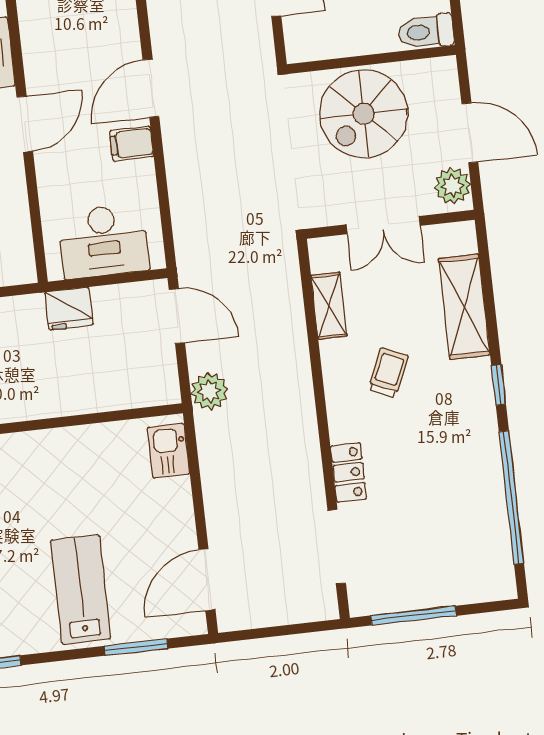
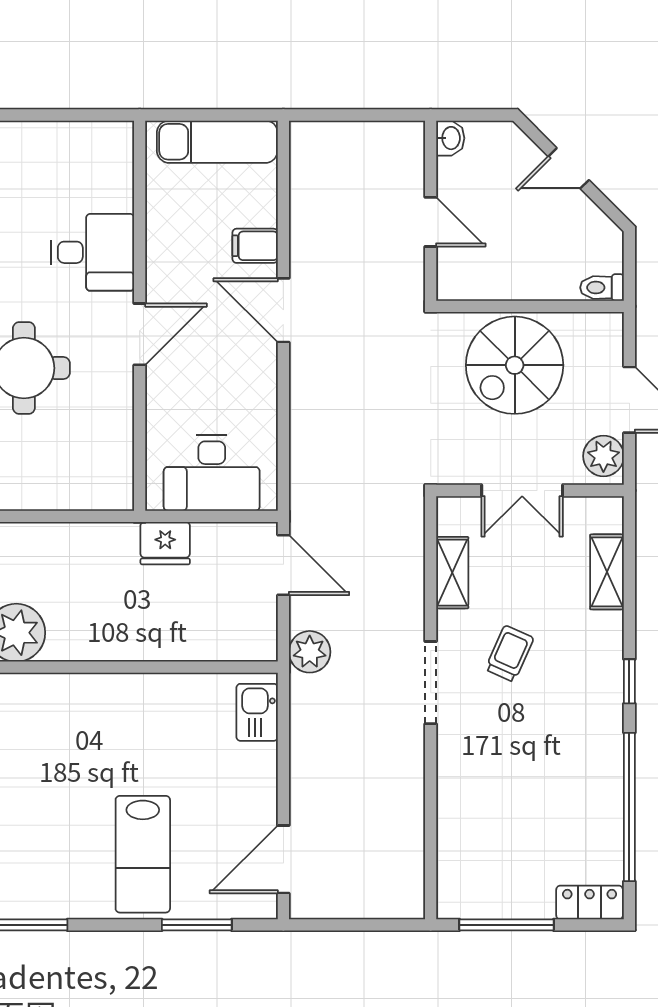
toilet: (426, 32) -> (602, 288), width x0.73, depth x0.72
door: (151, 88) -> (283, 310), hinge flipped
filing cabinet: (132, 144) -> (255, 246), moved
shelving: (464, 307) -> (607, 572), width x0.67, depth x0.75
locker: (349, 472) -> (590, 903), moved, turned -90
doorway: (337, 547) -> (431, 683), moved
lab bench: (81, 589) -> (143, 854), turned 180

